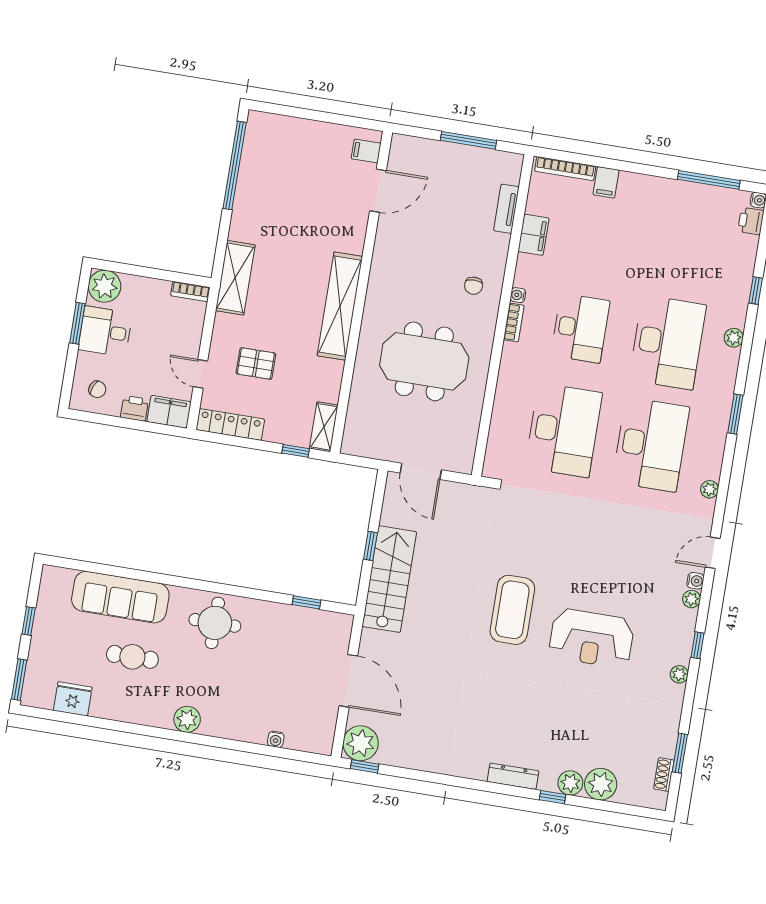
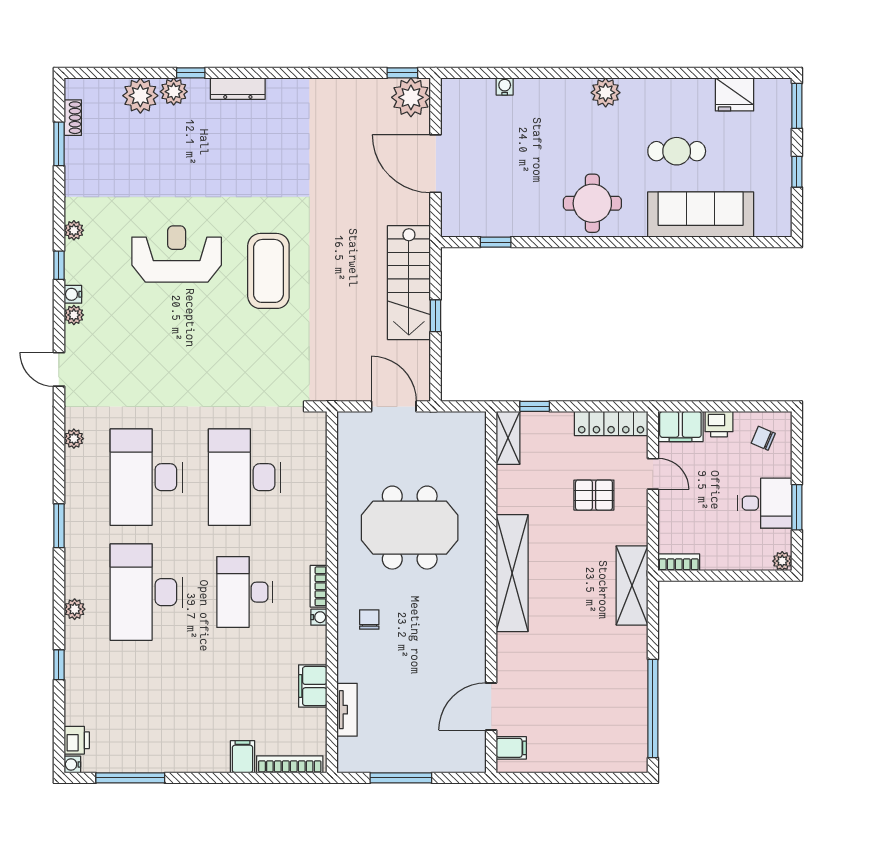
plant: (105, 286) -> (782, 561), width x0.53, depth x0.53
door: (713, 553) -> (59, 369), swing flipped
water cooler: (695, 581) -> (73, 294), moved

